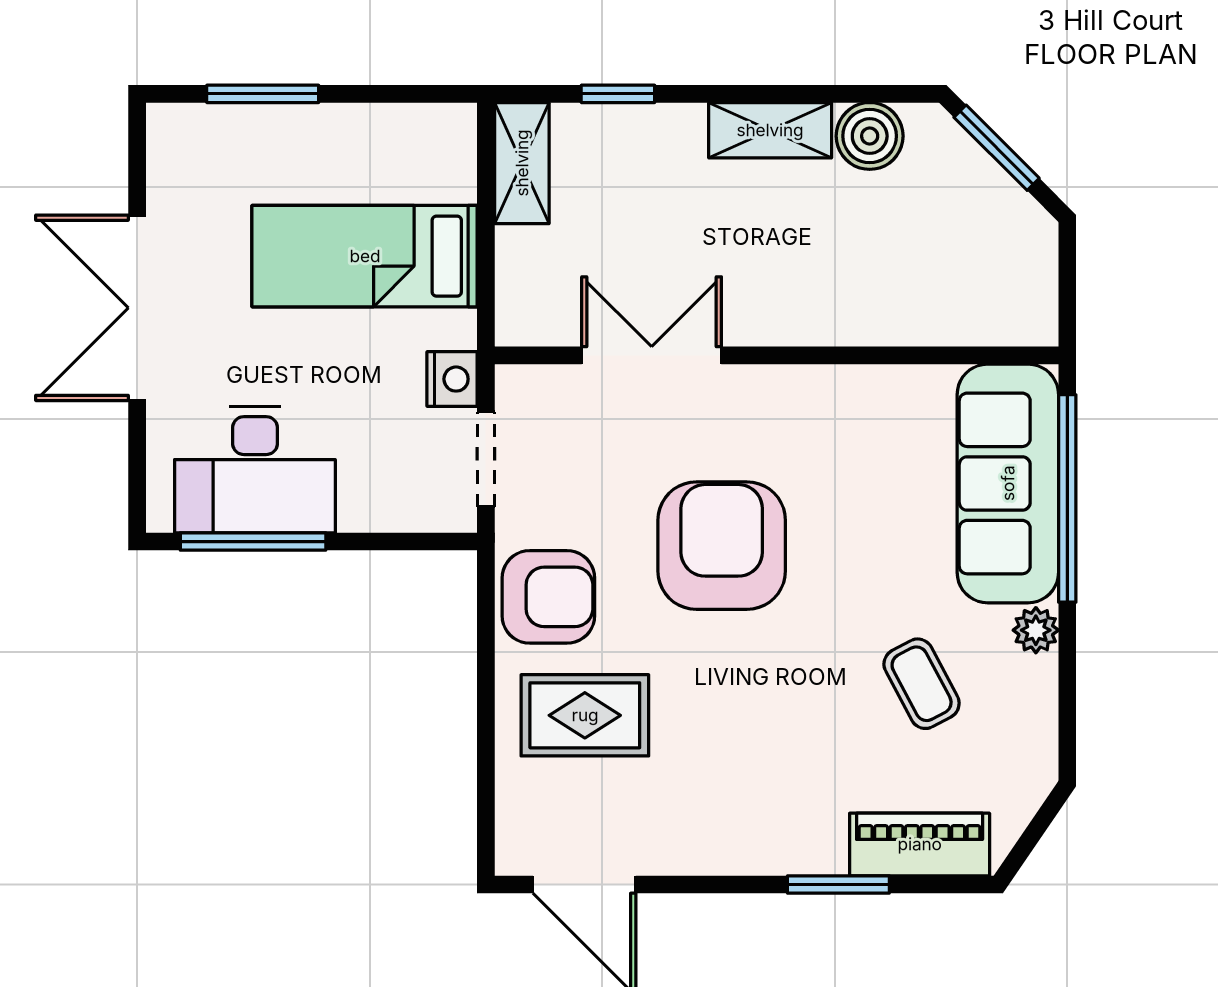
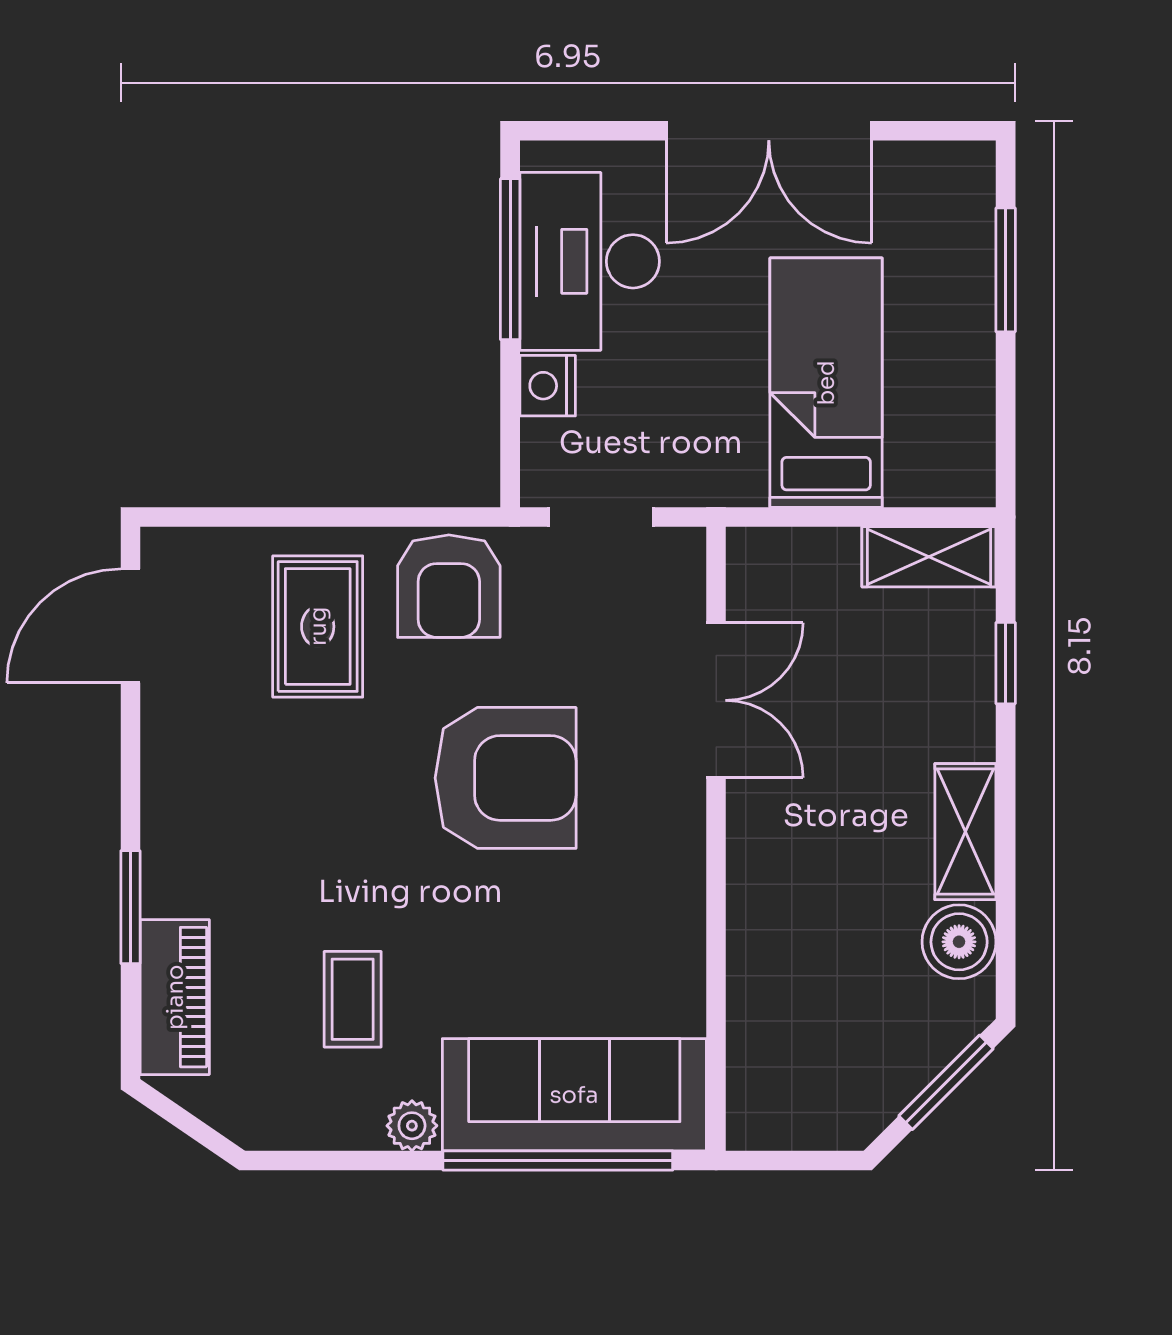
double door: (137, 308) -> (769, 131), swing flipped
nightstand: (452, 379) -> (548, 386), moved, turned 90
coffee table: (922, 684) -> (353, 999), turned -62

